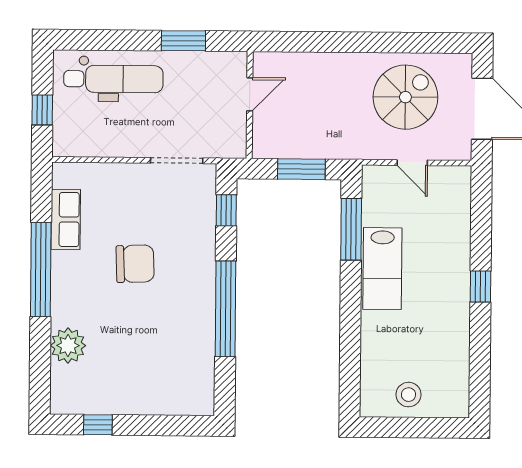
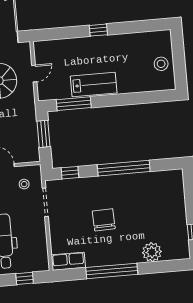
stool: (214, 125) -> (24, 184), added
row of seats: (66, 219) -> (68, 261), moved

